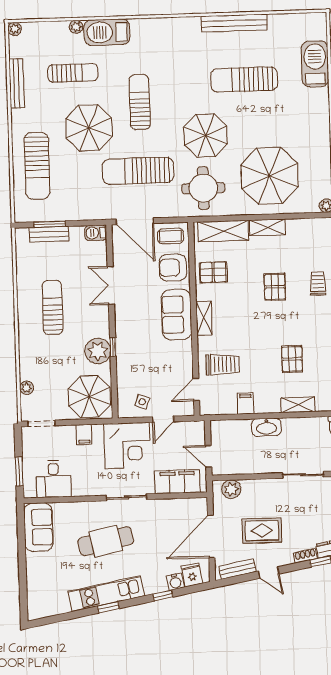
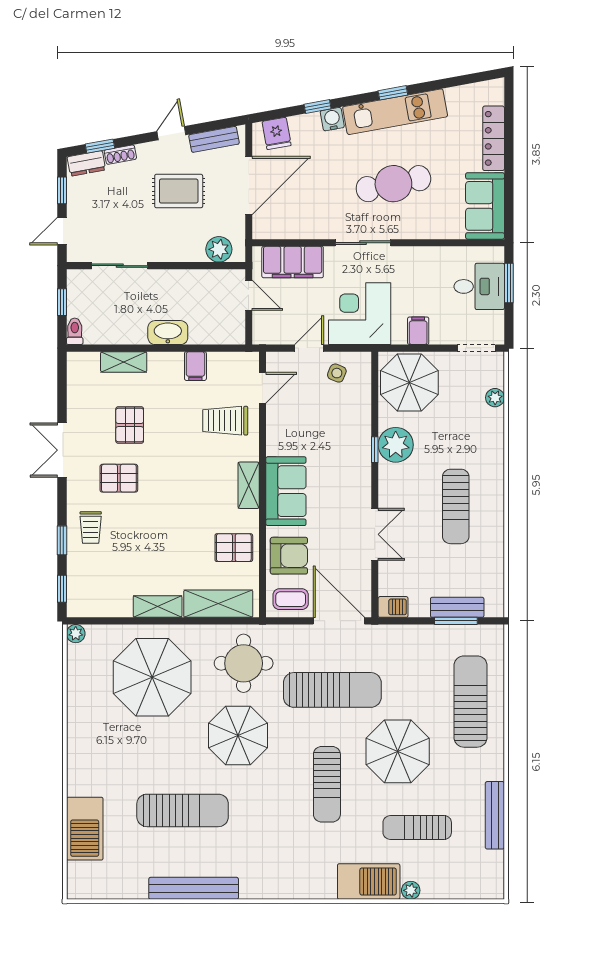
plant: (15, 29) -> (495, 890), removed
pallet: (275, 287) -> (119, 478), moved, turned 90
desk: (54, 479) -> (479, 286), moved, turned 90
door: (269, 573) -> (171, 133), hinge flipped
locker: (34, 577) -> (494, 138), added
water cooler: (175, 582) -> (332, 119), moved

